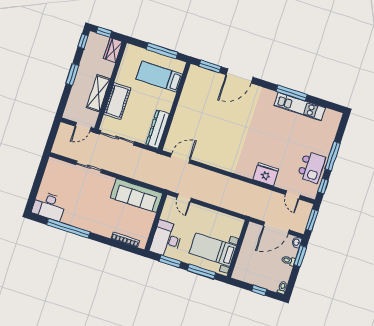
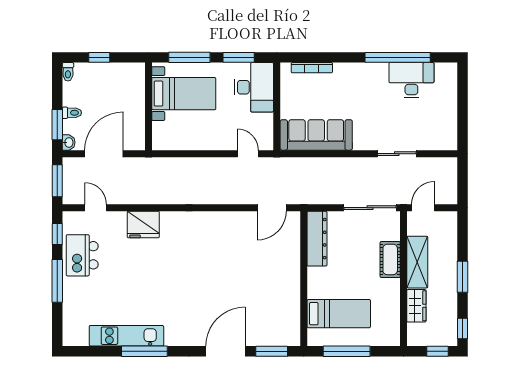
wardrobe: (113, 50) -> (416, 306), moved
cot: (117, 101) -> (390, 259), width x0.73, depth x0.75
desk: (49, 206) -> (411, 80), moved

